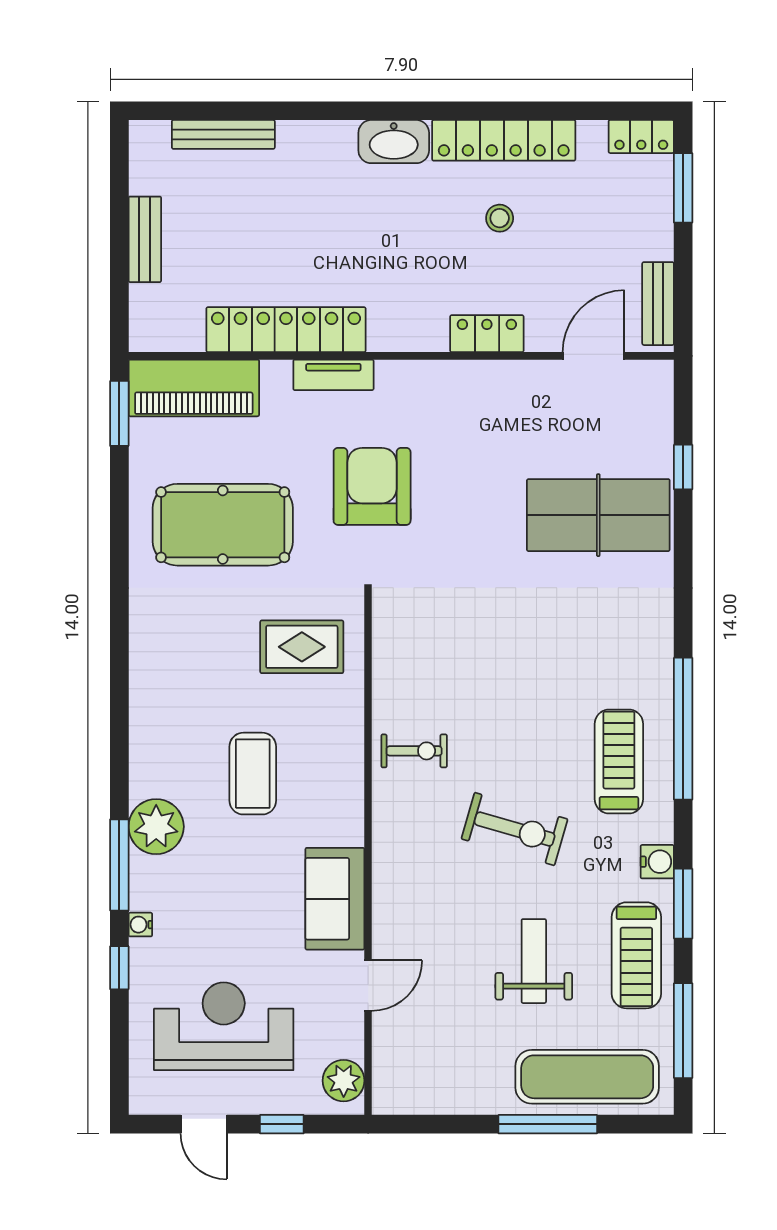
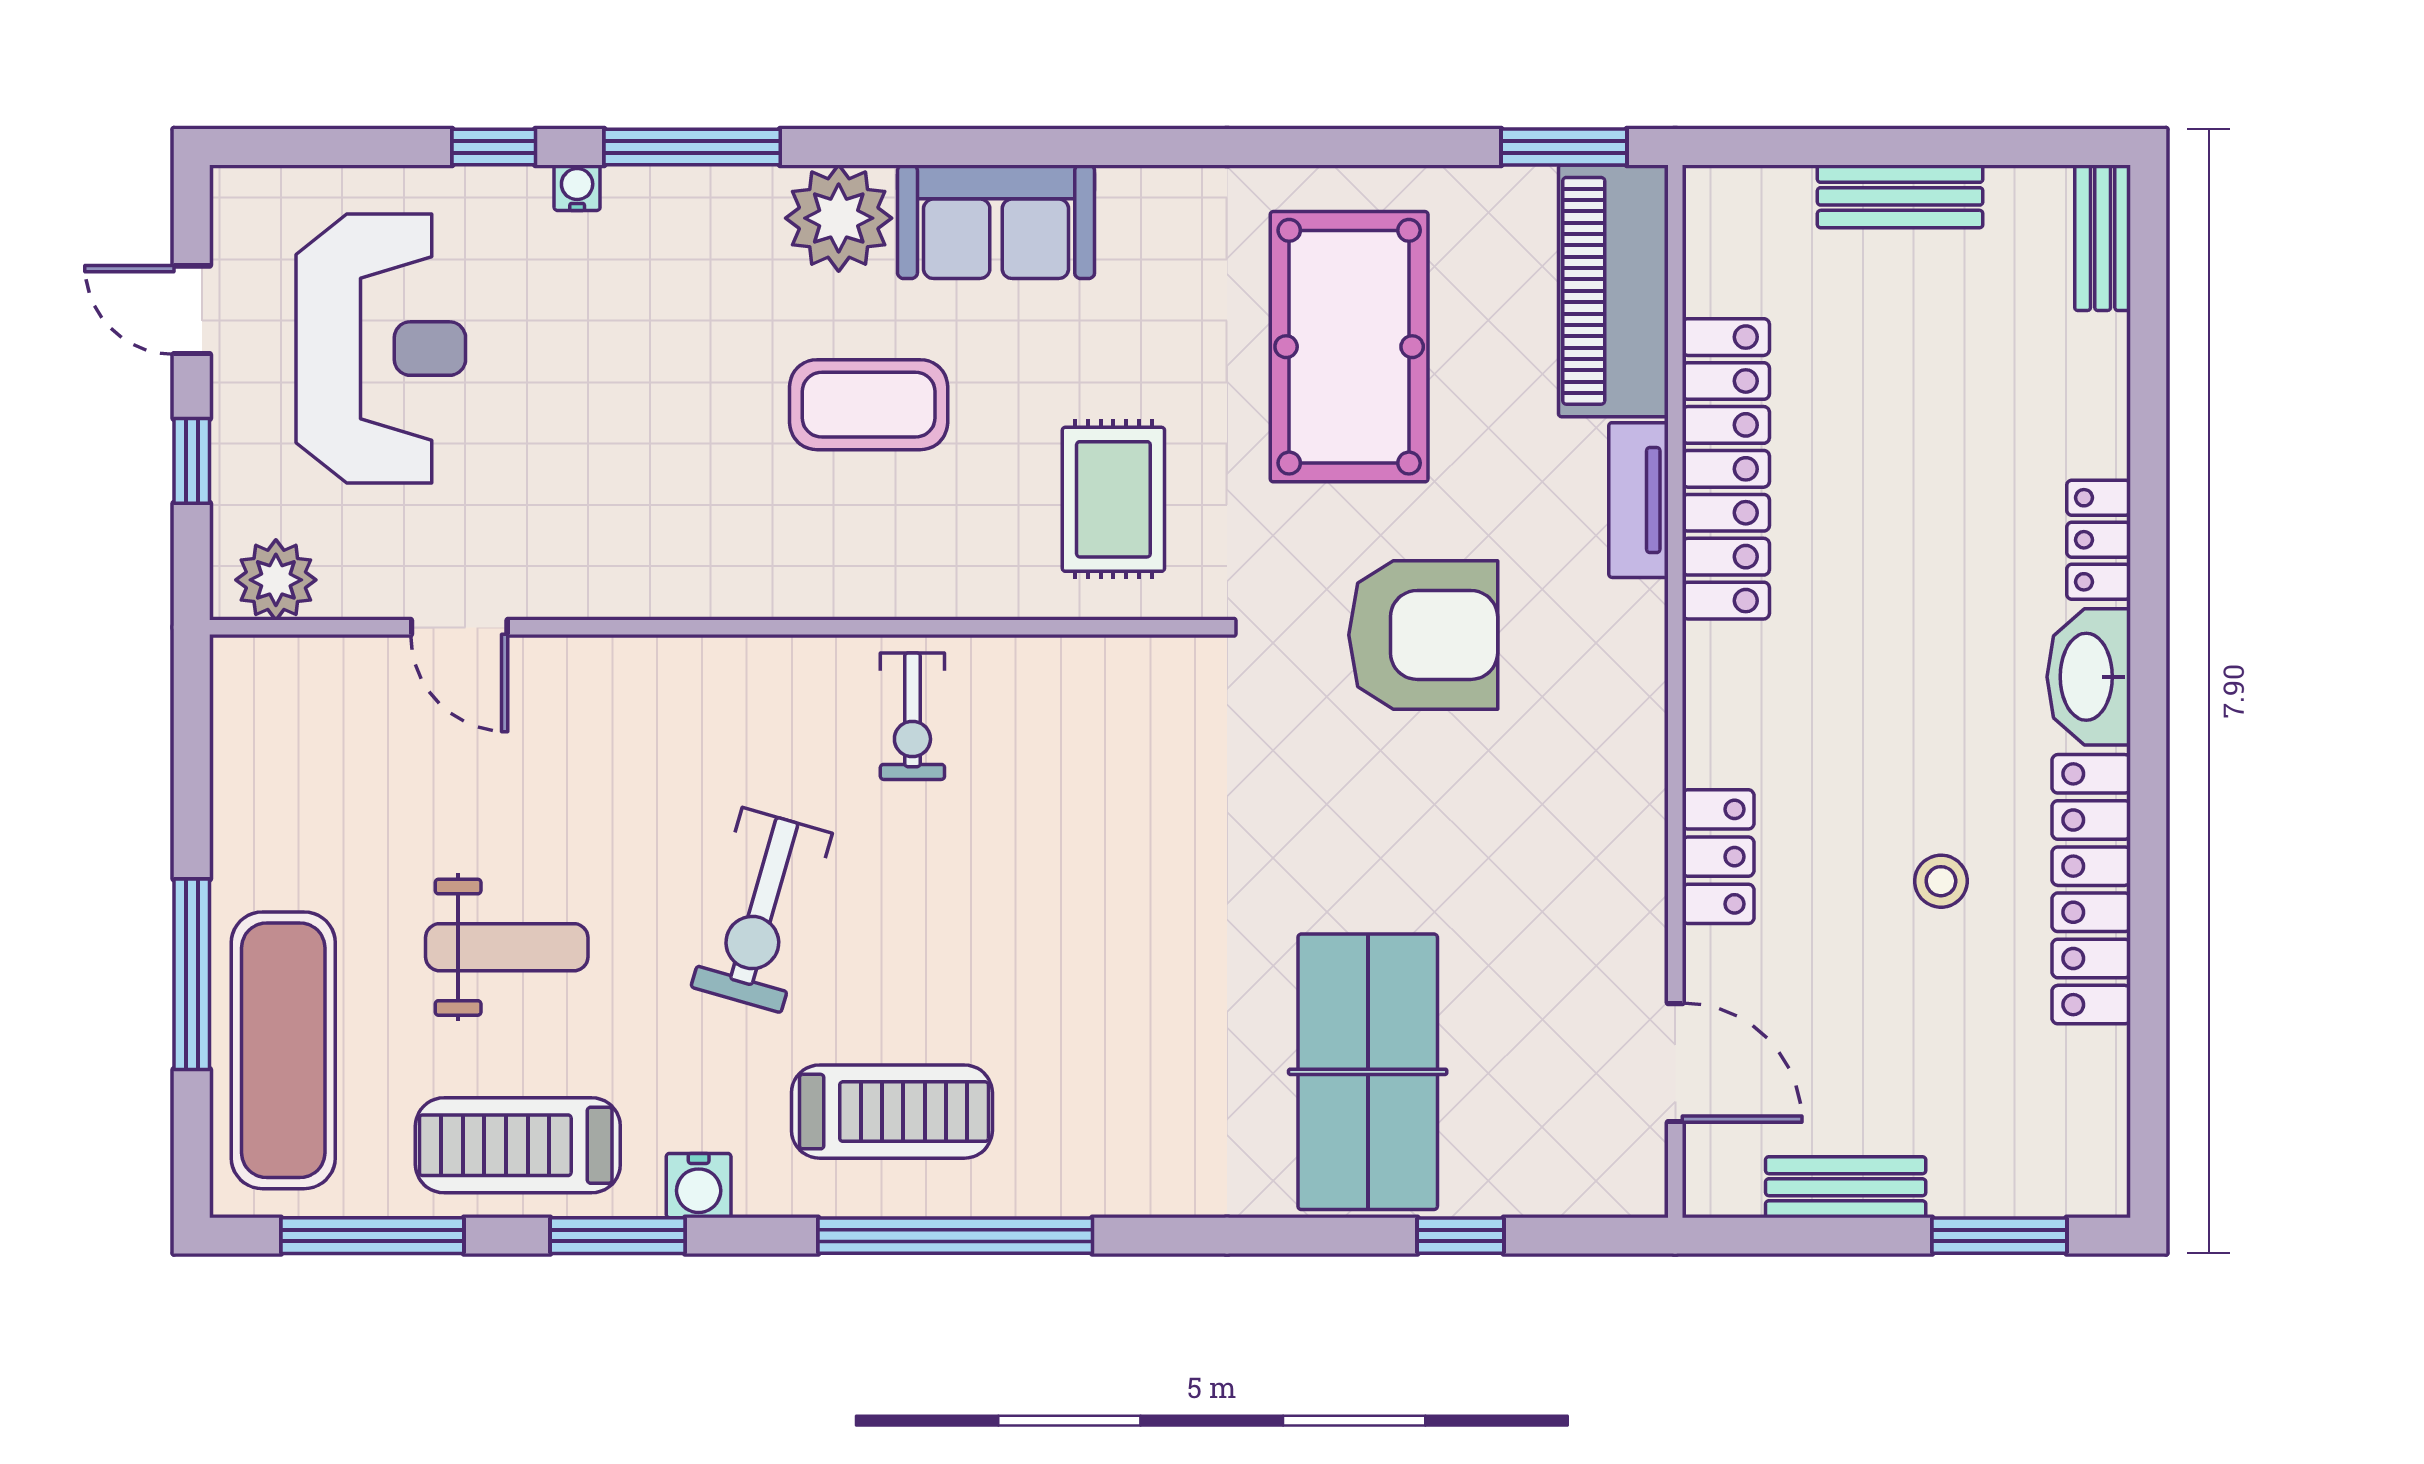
bench: (223, 134) -> (2103, 238), moved, width x0.73
locker: (641, 137) -> (2099, 540), moved
bench: (658, 304) -> (1846, 1187), moved
tv unit: (333, 375) -> (1638, 500), moved
plant: (156, 827) -> (839, 218), moved
sofa: (335, 899) -> (996, 222), moved, turned 180
door: (204, 1124) -> (192, 310), hinge flipped

